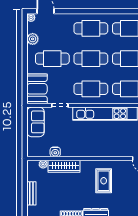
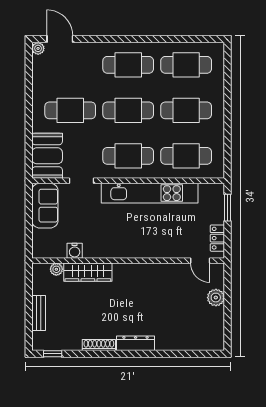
plant: (33, 39) -> (41, 81), removed
rug: (104, 181) -> (147, 294), removed

